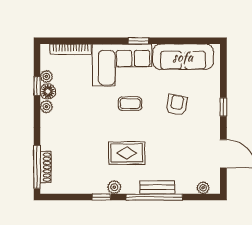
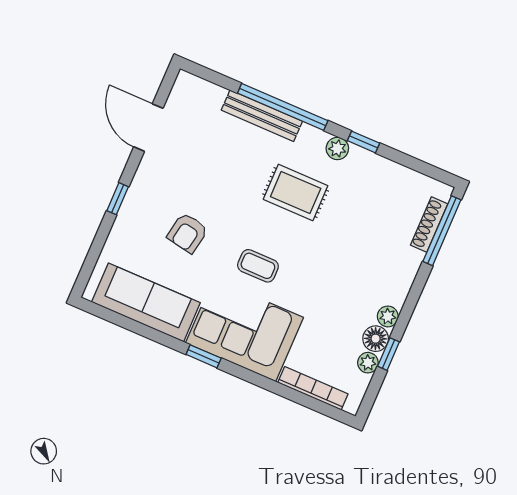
bench: (157, 187) -> (262, 116), width x1.36
plant: (203, 188) -> (202, 89), removed

